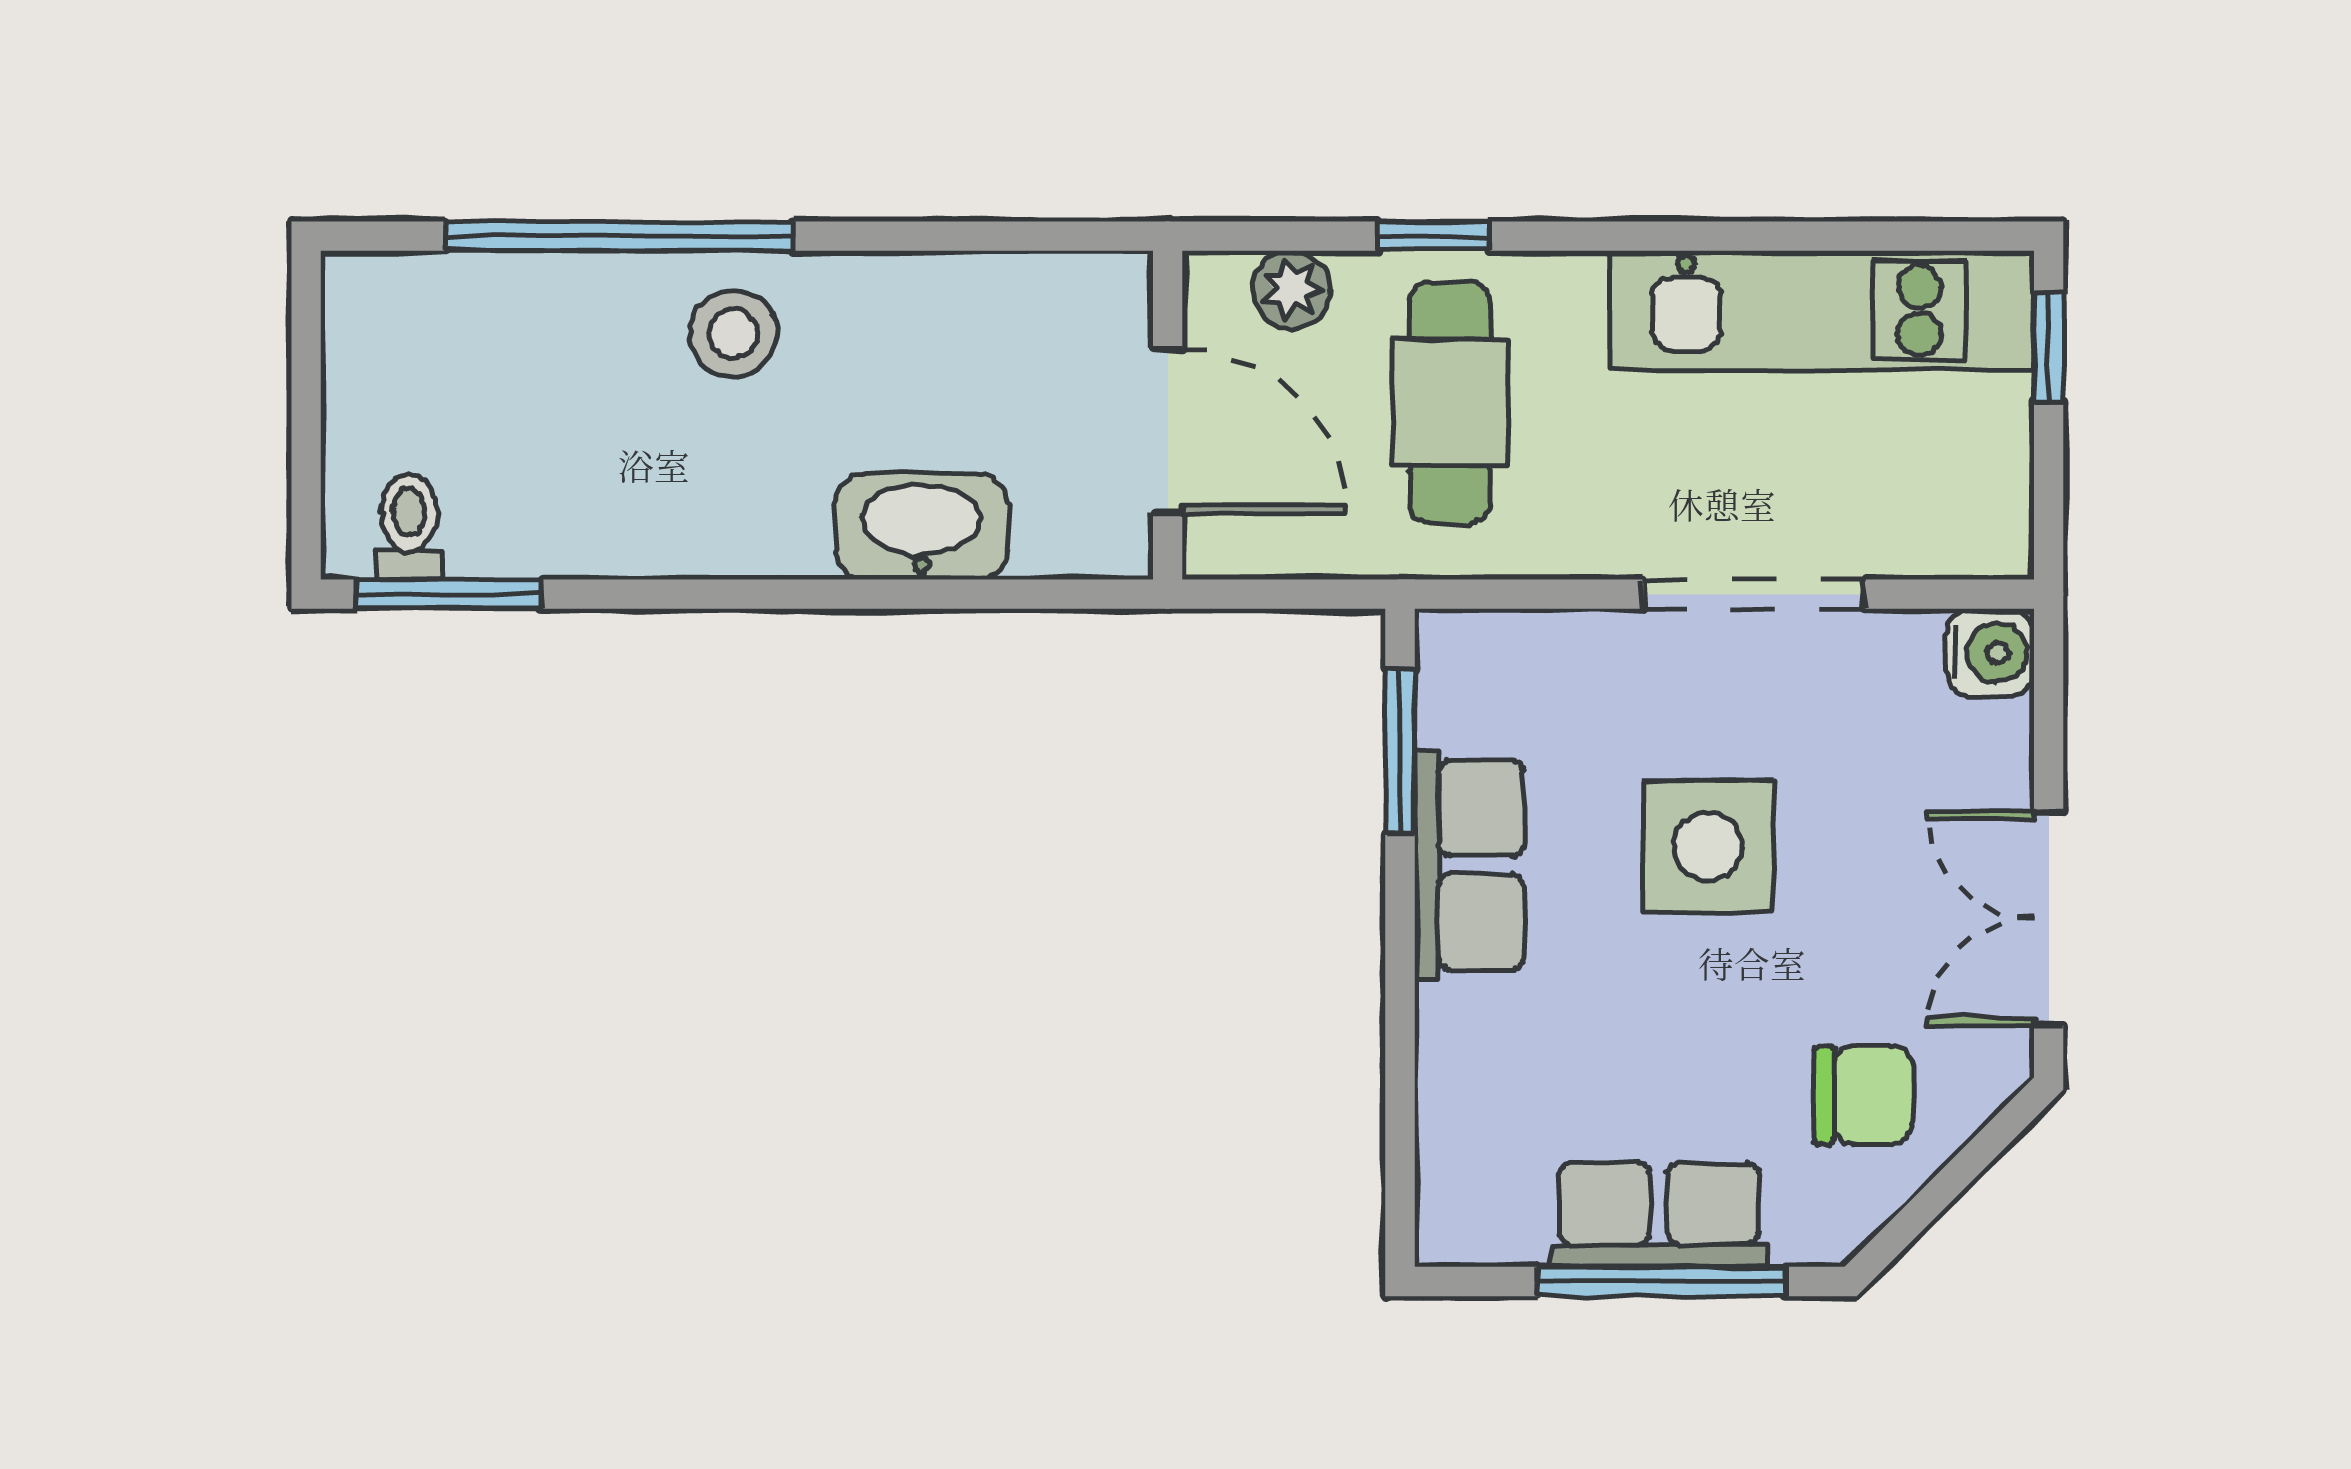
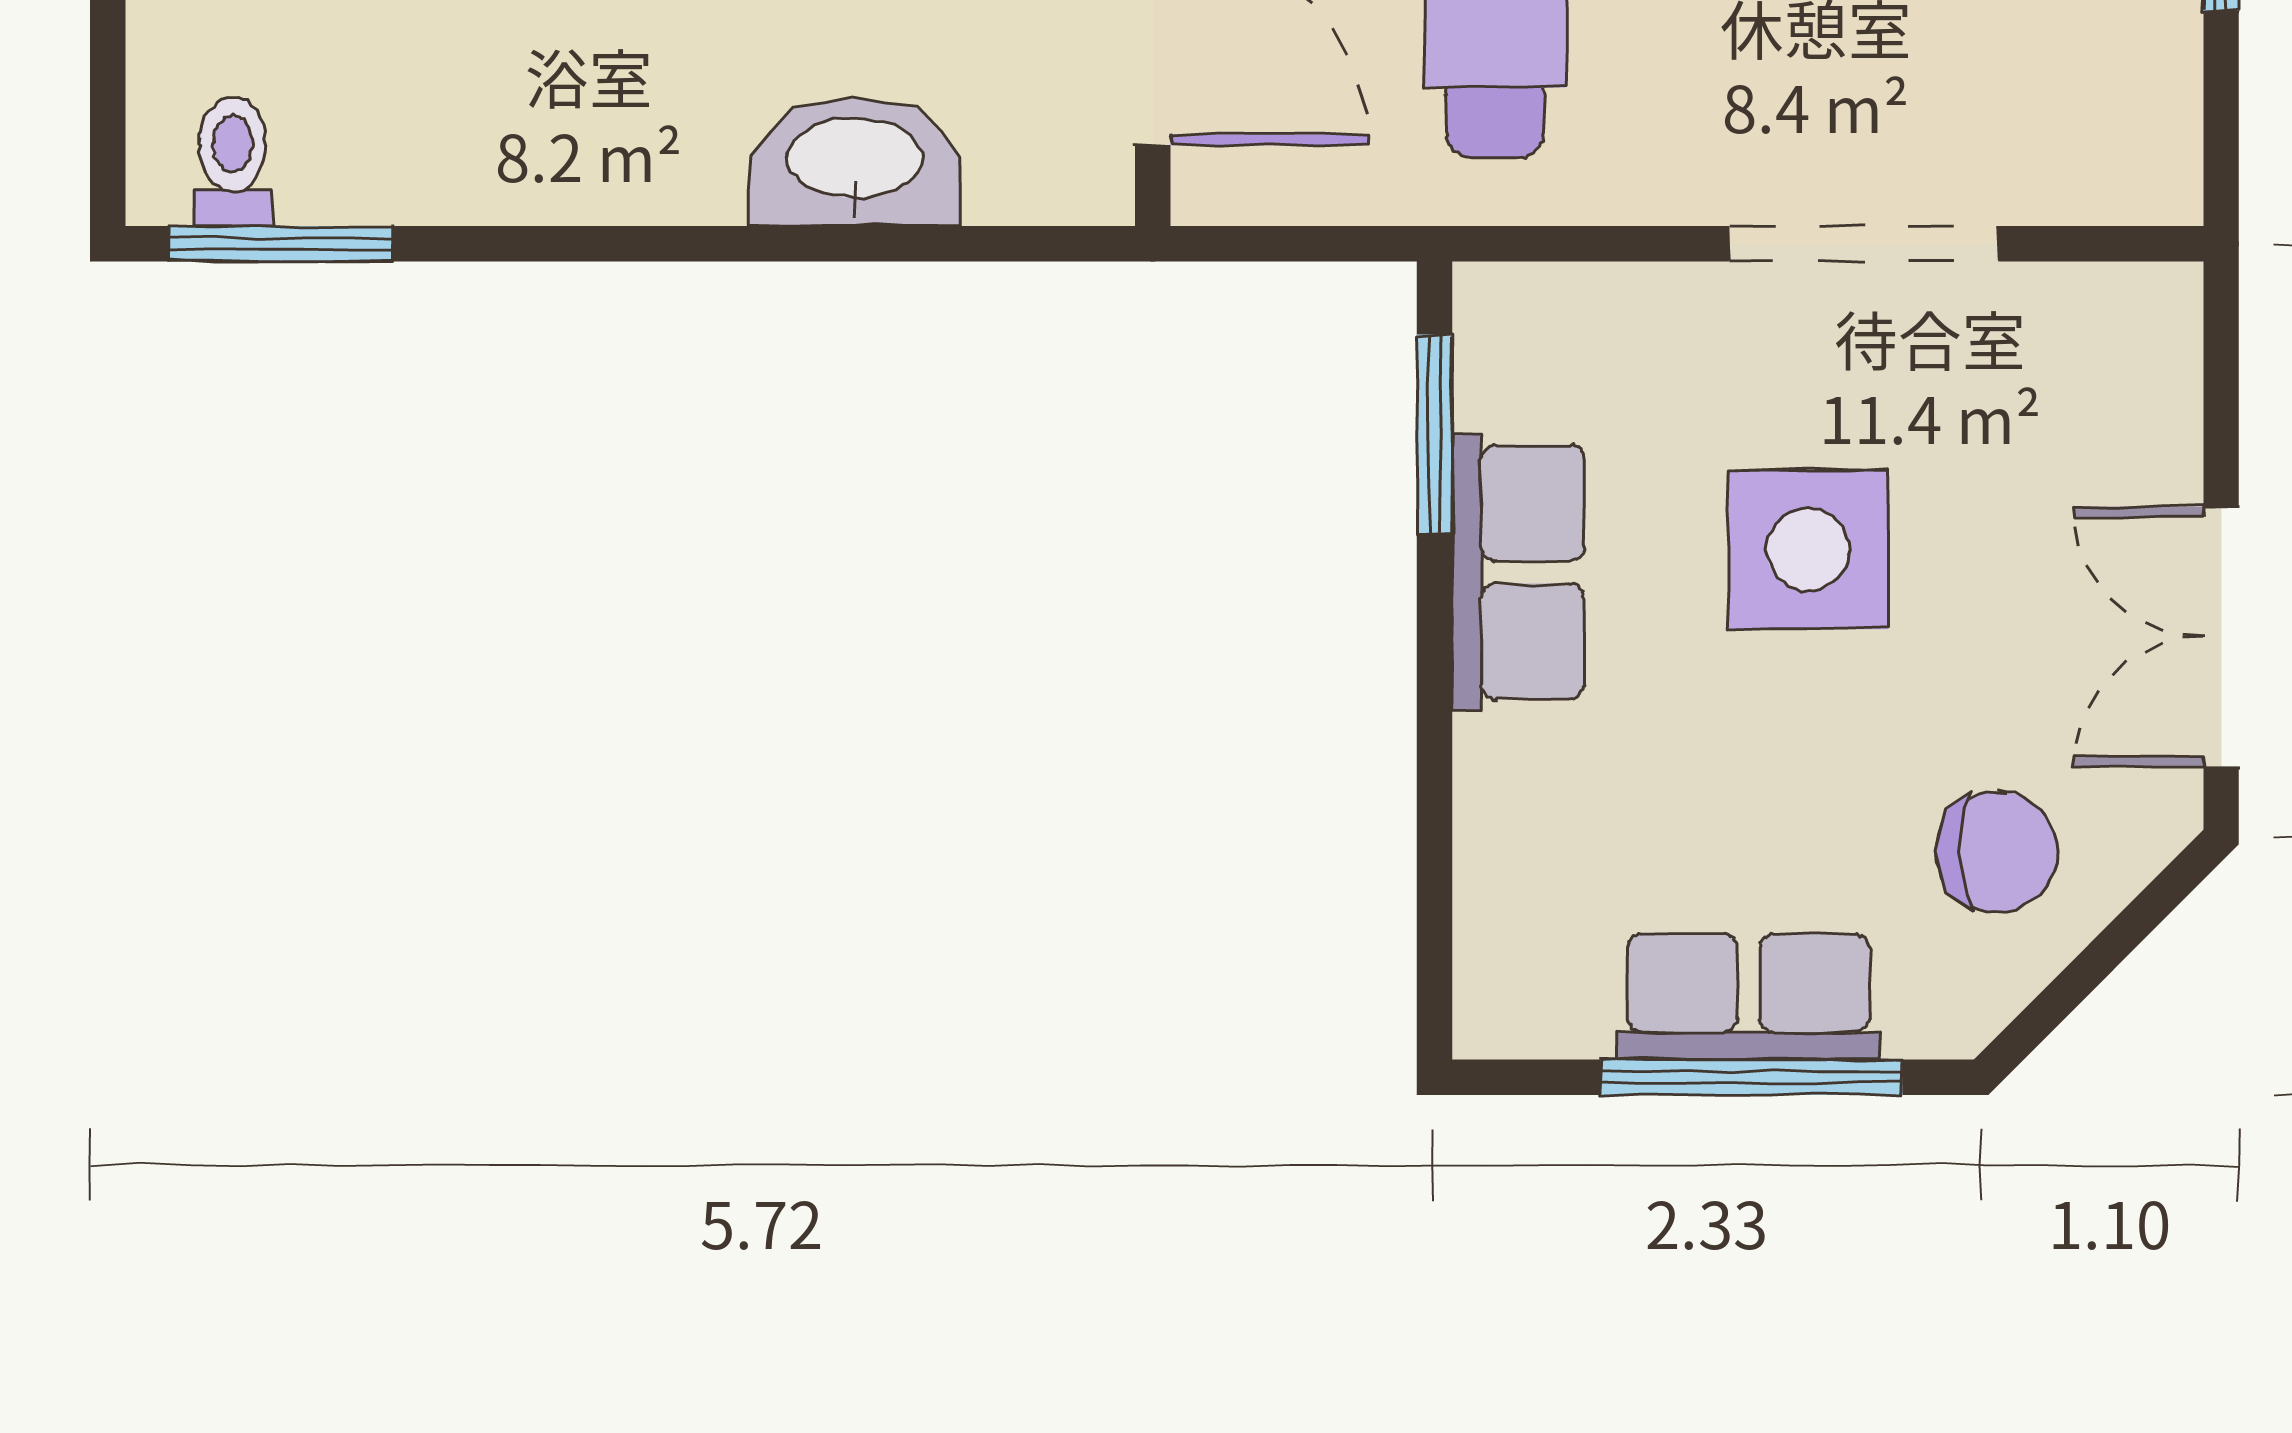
water cooler: (1990, 653) -> (2150, 315), removed

